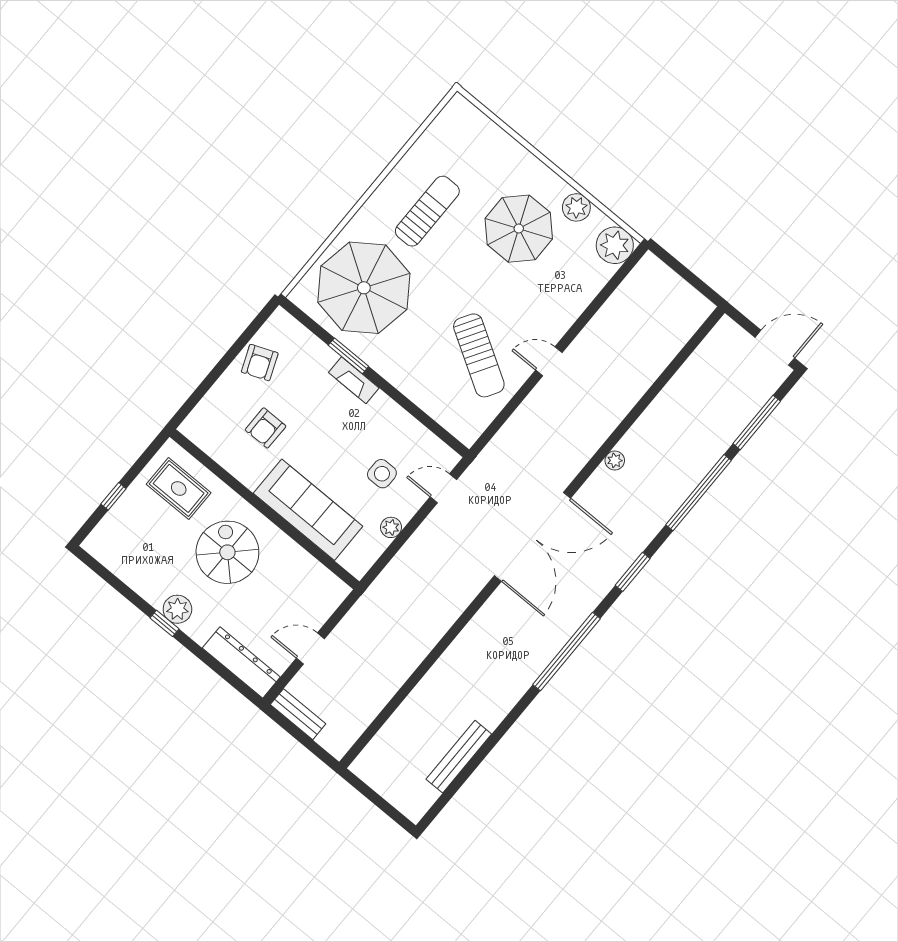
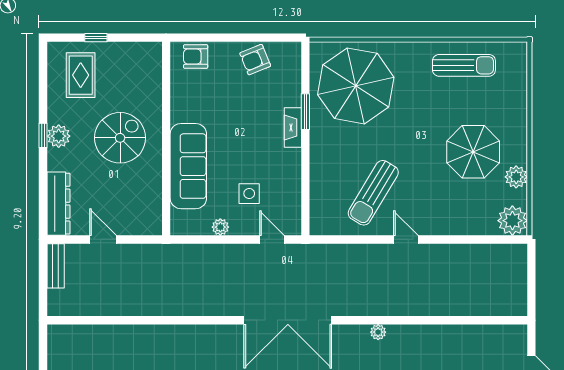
sun lounger: (427, 211) -> (464, 65), moved
armchair: (266, 428) -> (196, 56), moved
rug: (179, 488) -> (81, 75), moved

